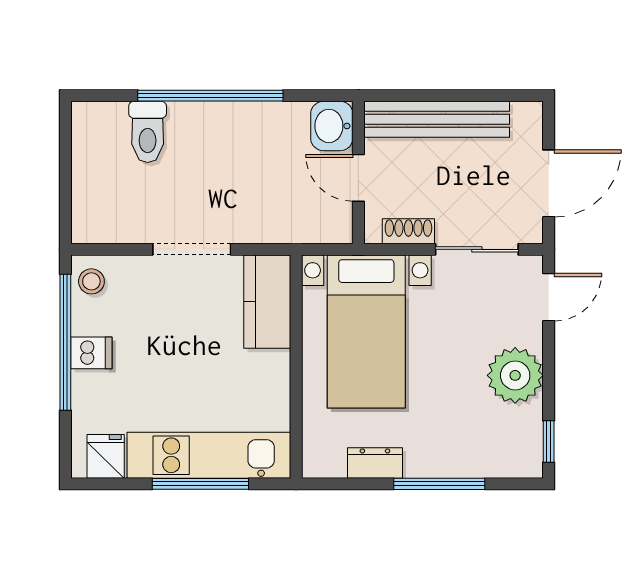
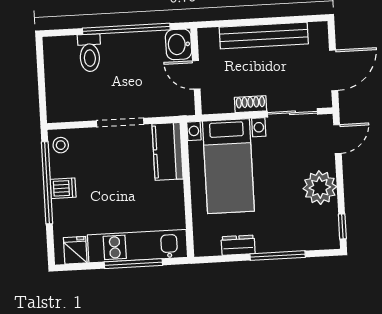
washbasin: (332, 126) -> (179, 44), moved
wall: (358, 173) -> (196, 72), moved
door: (358, 178) -> (196, 75), moved

